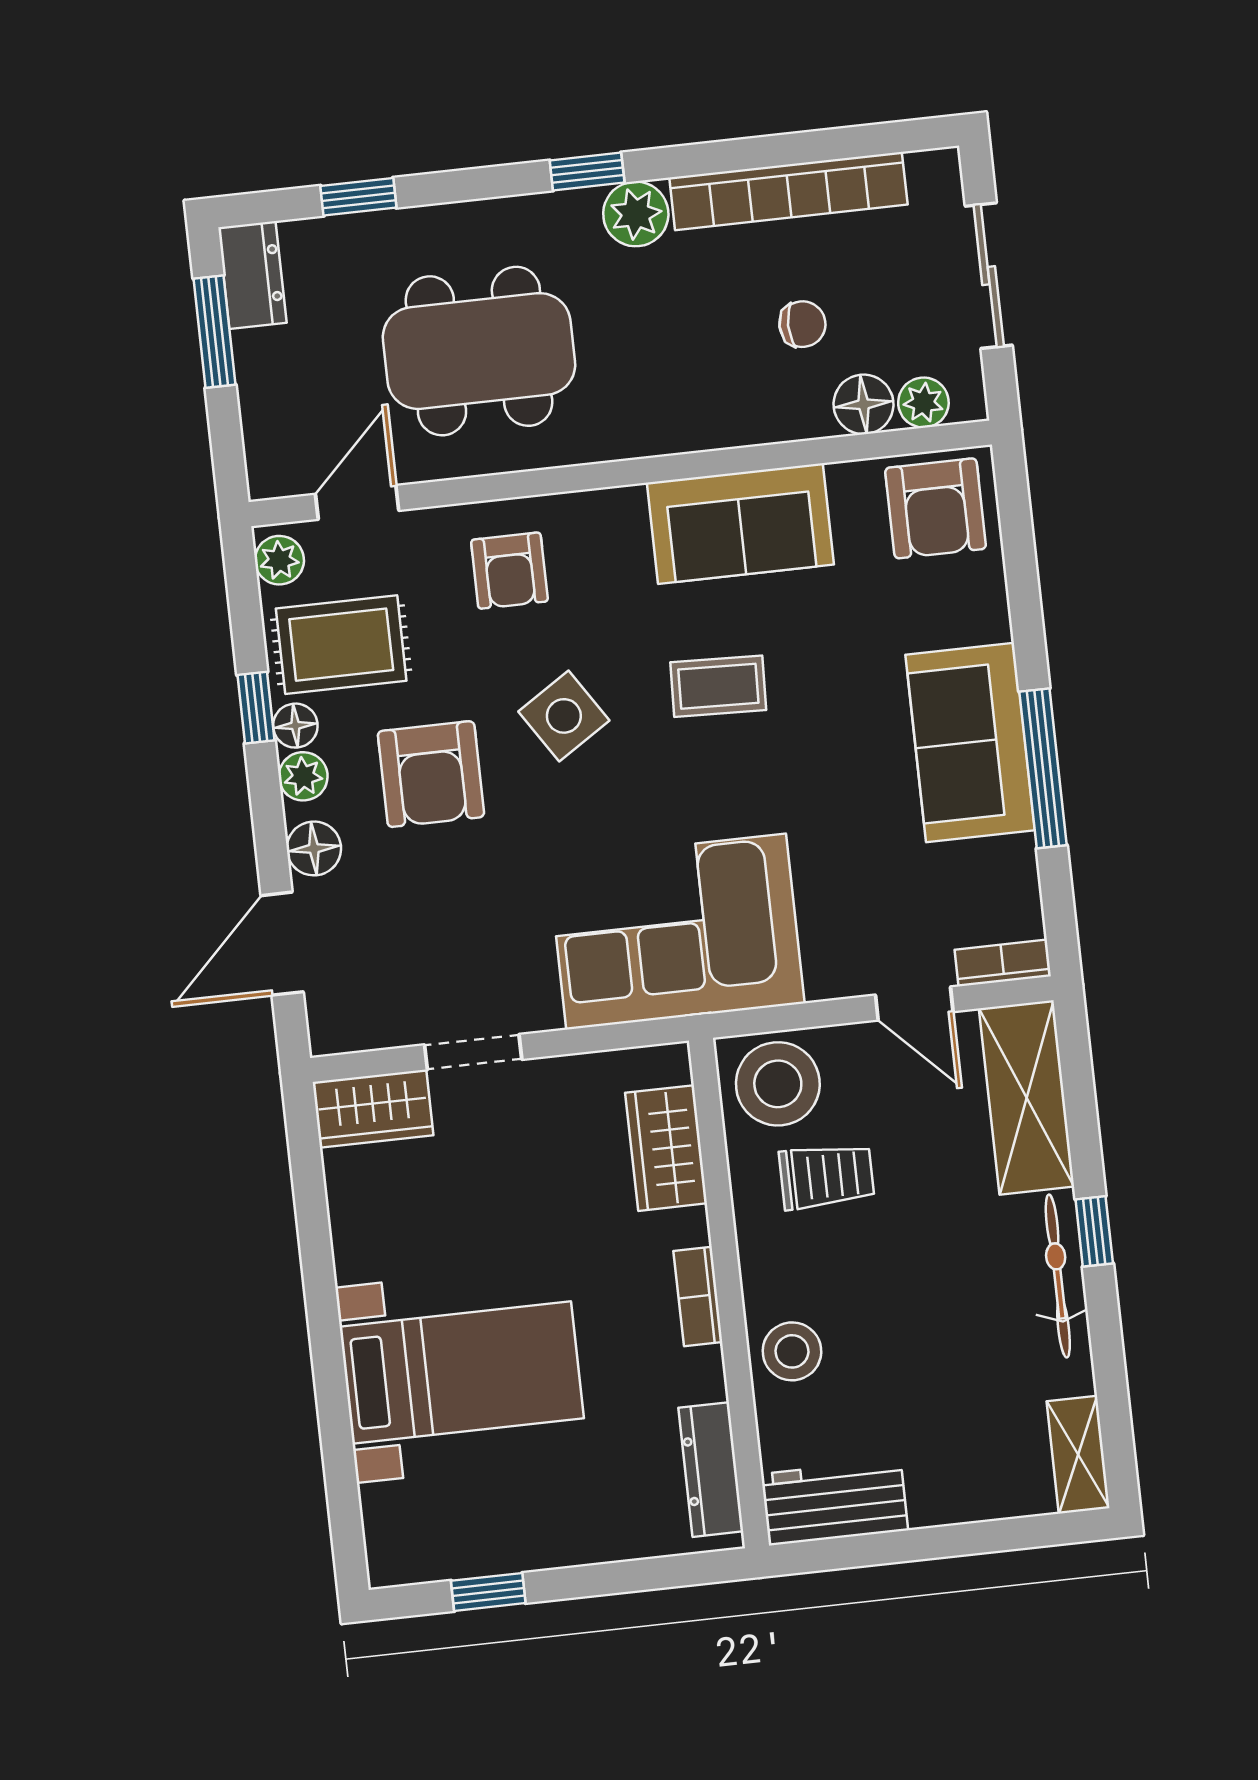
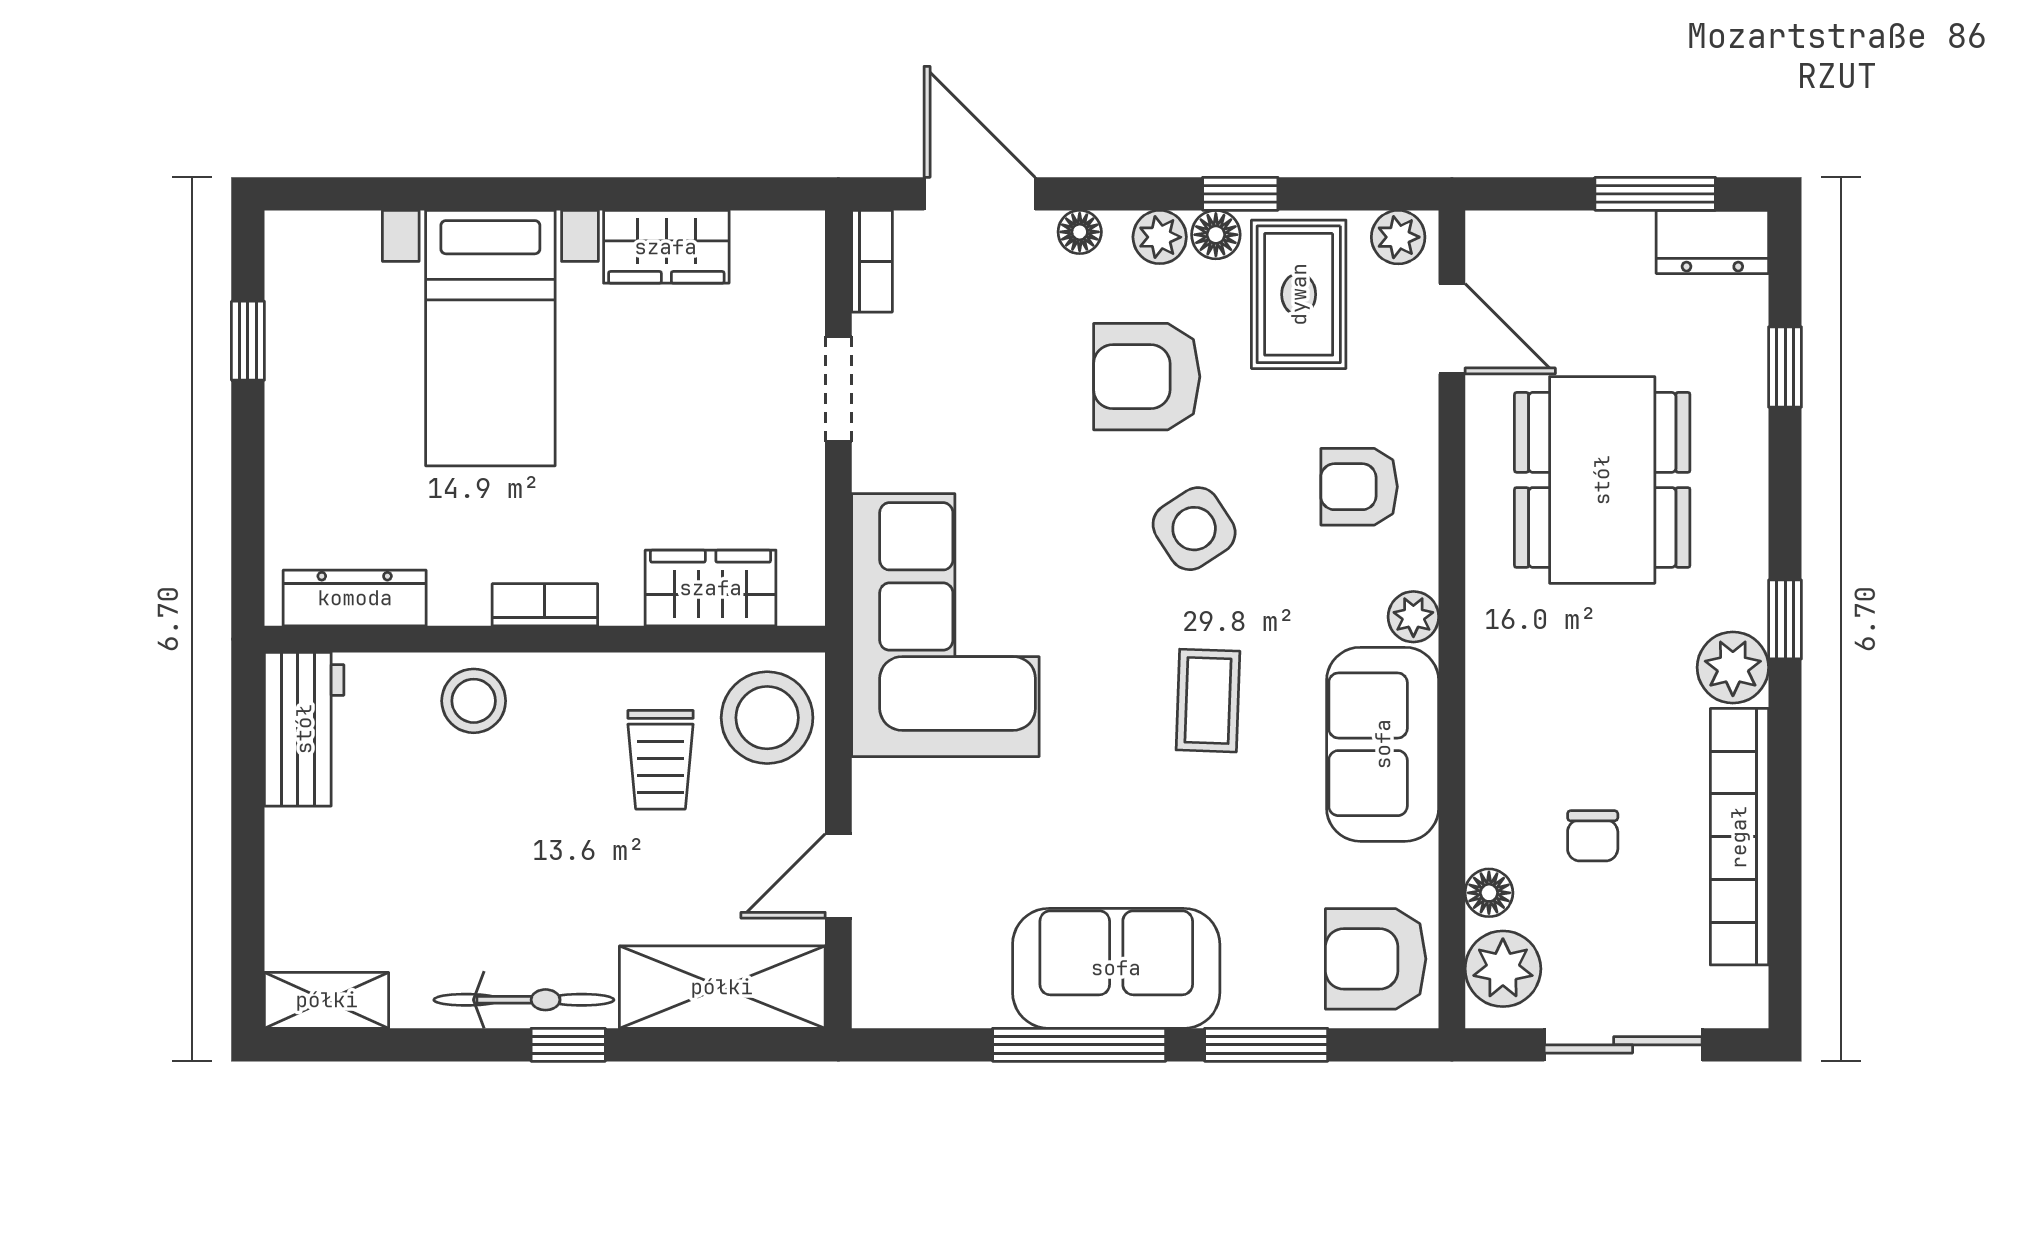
plant: (923, 402) -> (1503, 969), width x1.38, depth x1.38
floor lamp: (863, 404) -> (1489, 893), width x0.73, depth x0.73
plant: (622, 508) -> (1413, 617), added
window: (1024, 599) -> (1266, 1045), added
floor lamp: (314, 848) -> (1080, 232), width x0.73, depth x0.73
bookcase: (1003, 963) -> (872, 261), moved
wardrobe: (373, 1109) -> (666, 247), moved, turned -90

